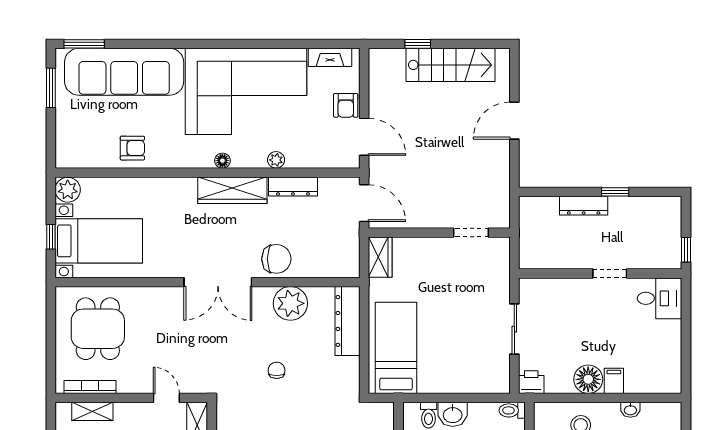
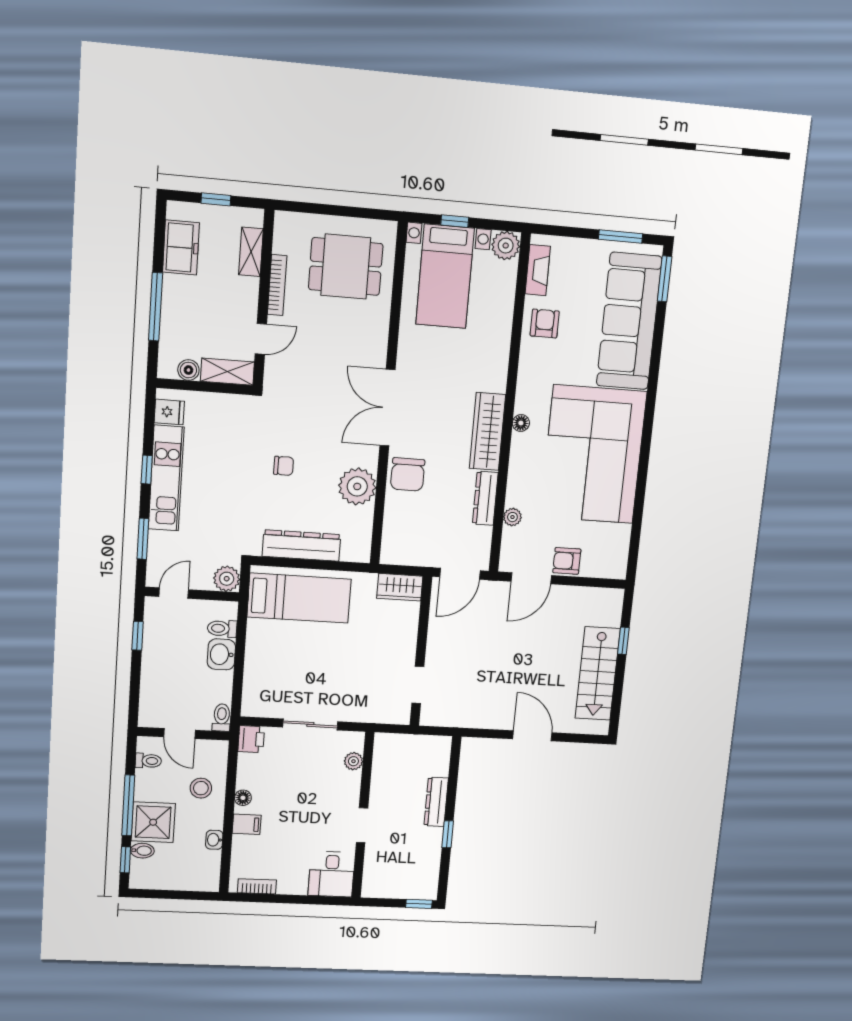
fireplace: (330, 57) -> (538, 270), moved, turned 180
armchair: (132, 148) -> (545, 324), turned 180
plant: (276, 160) -> (512, 517), moved
window: (686, 250) -> (419, 904), moved
plant: (548, 286) -> (353, 761), added
dresser: (348, 321) -> (301, 545), moved
bookcase: (675, 367) -> (257, 886), added
floor lamp: (588, 379) -> (243, 798), width x0.53, depth x0.53
bookcase: (90, 387) -> (277, 285), moved
plant: (382, 414) -> (227, 579), added

